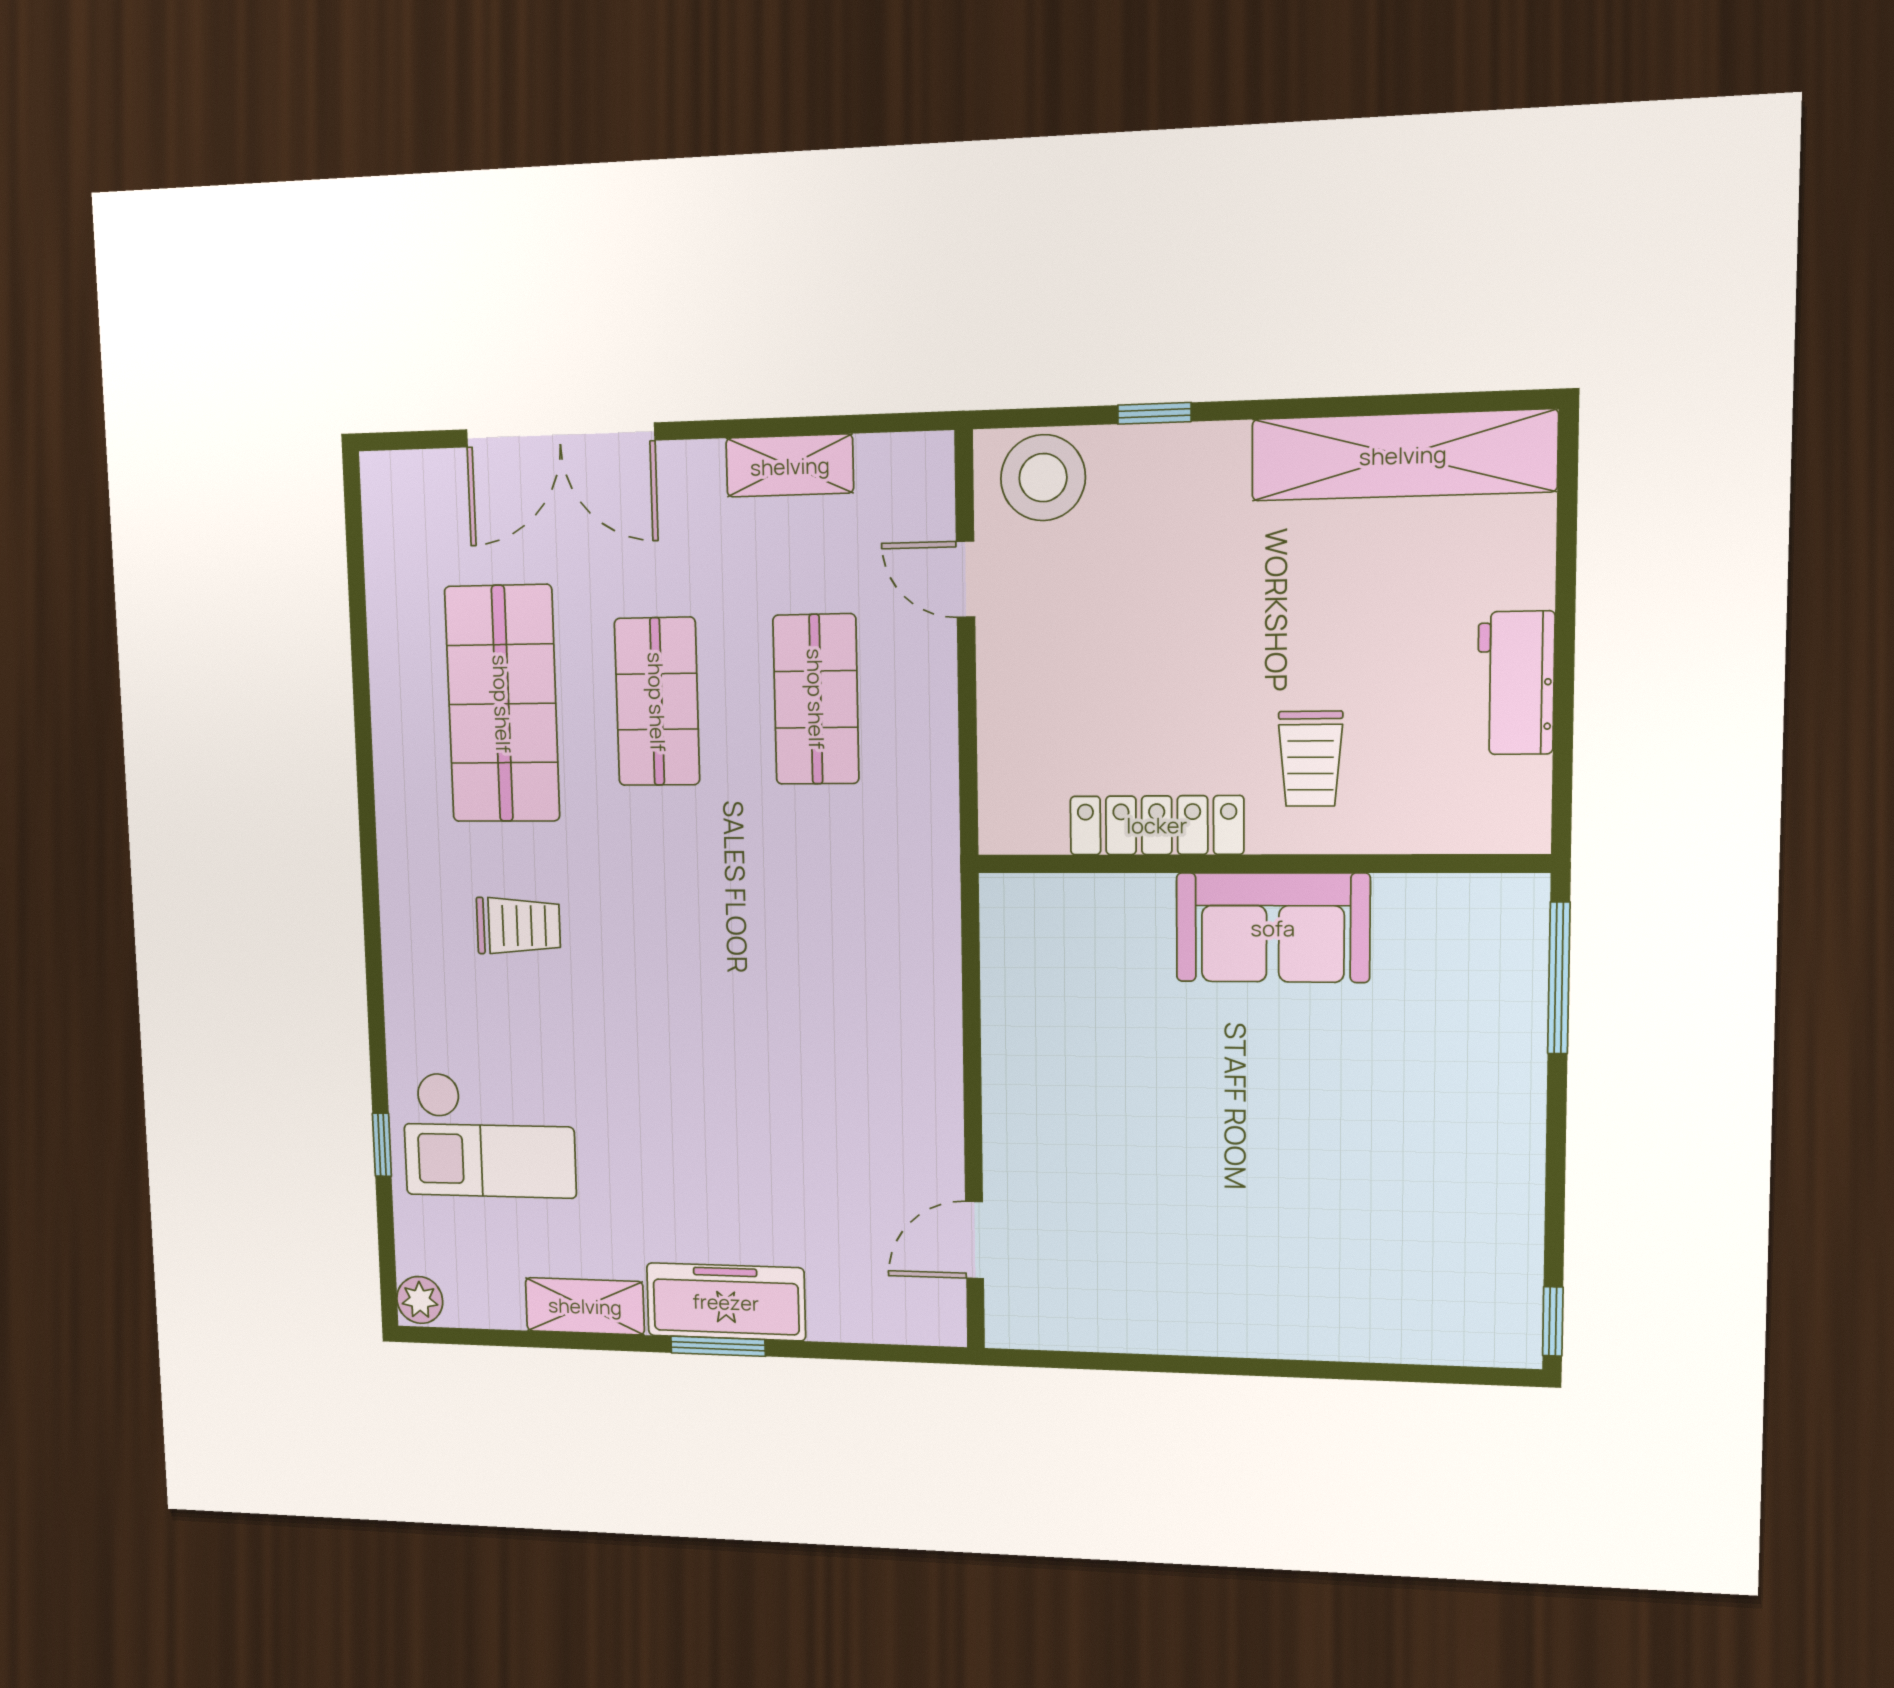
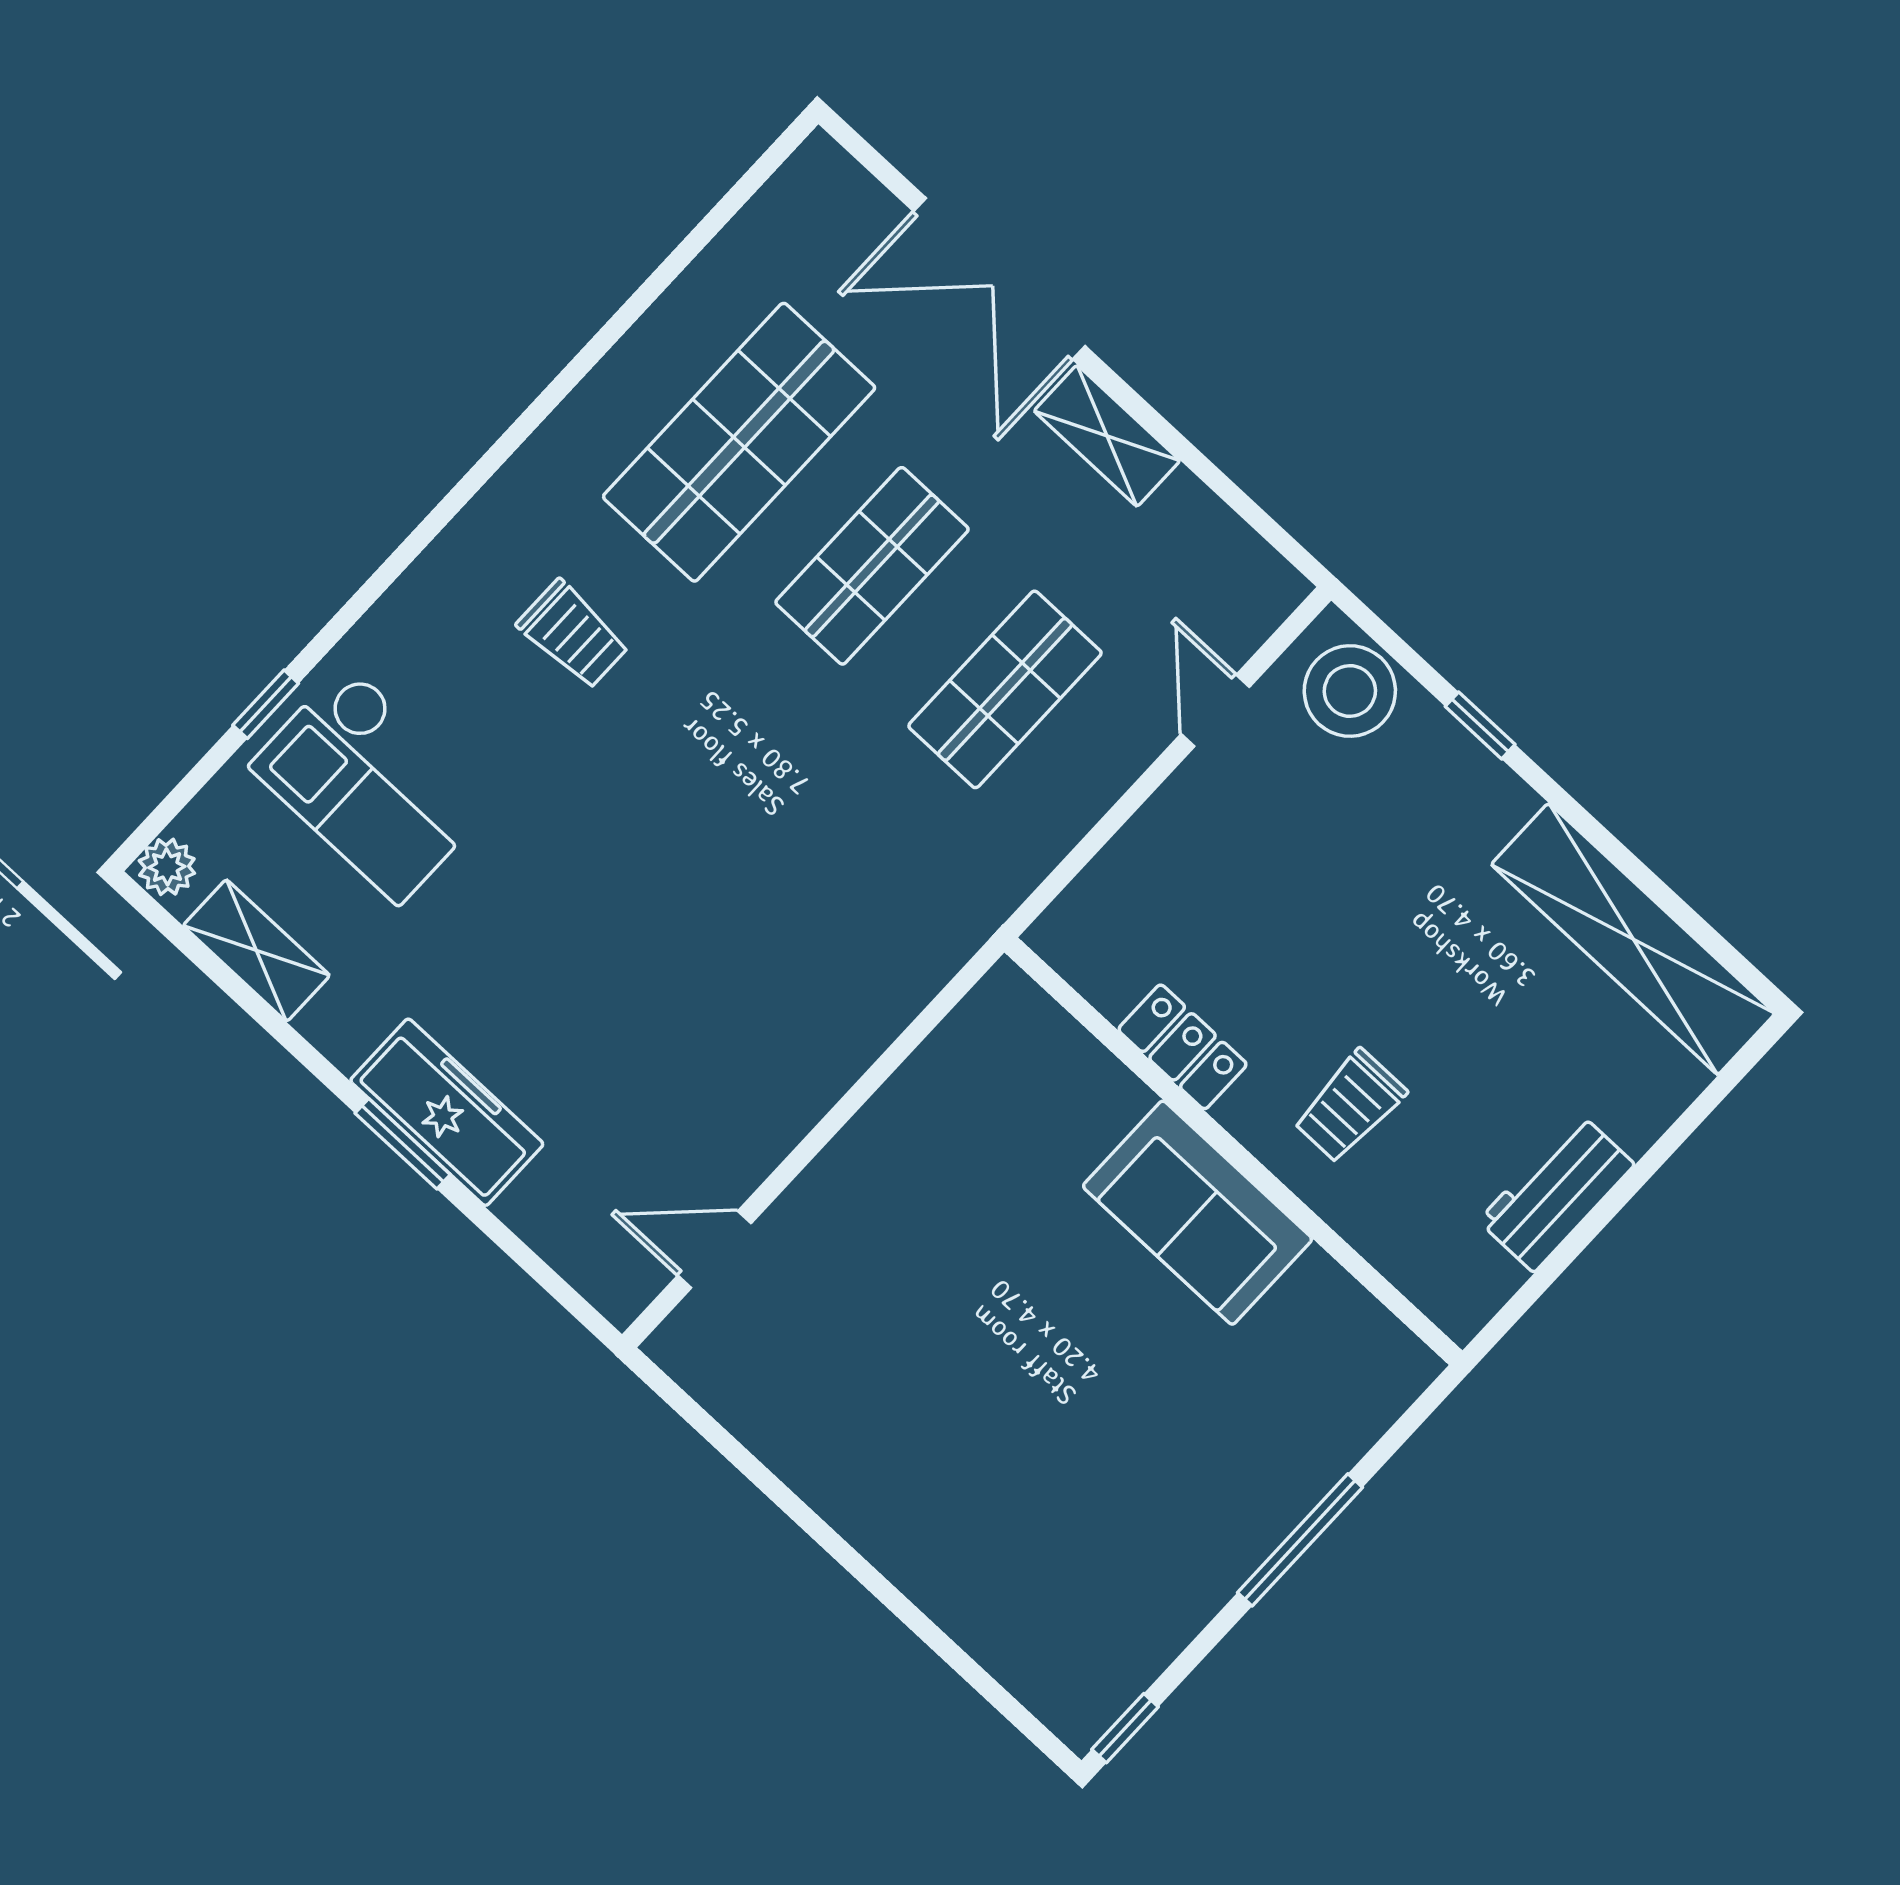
shelving: (790, 466) -> (1107, 436), moved
locker: (1157, 825) -> (1182, 1047), width x0.66
window: (1559, 978) -> (1300, 1540), moved
shelving: (585, 1306) -> (256, 951), moved

